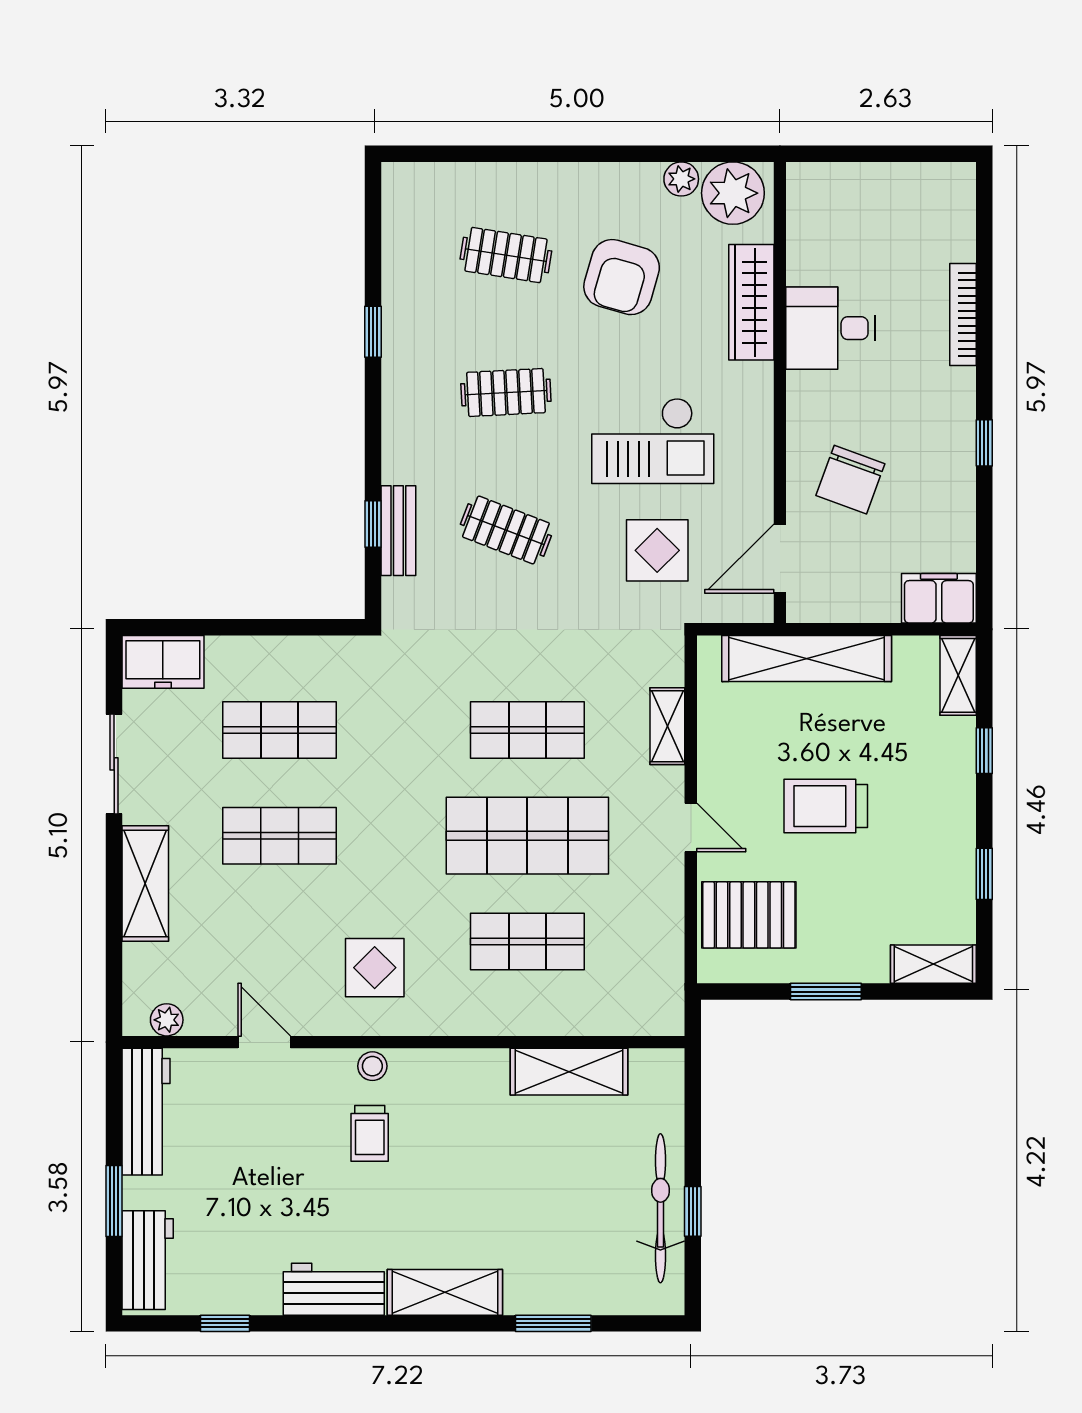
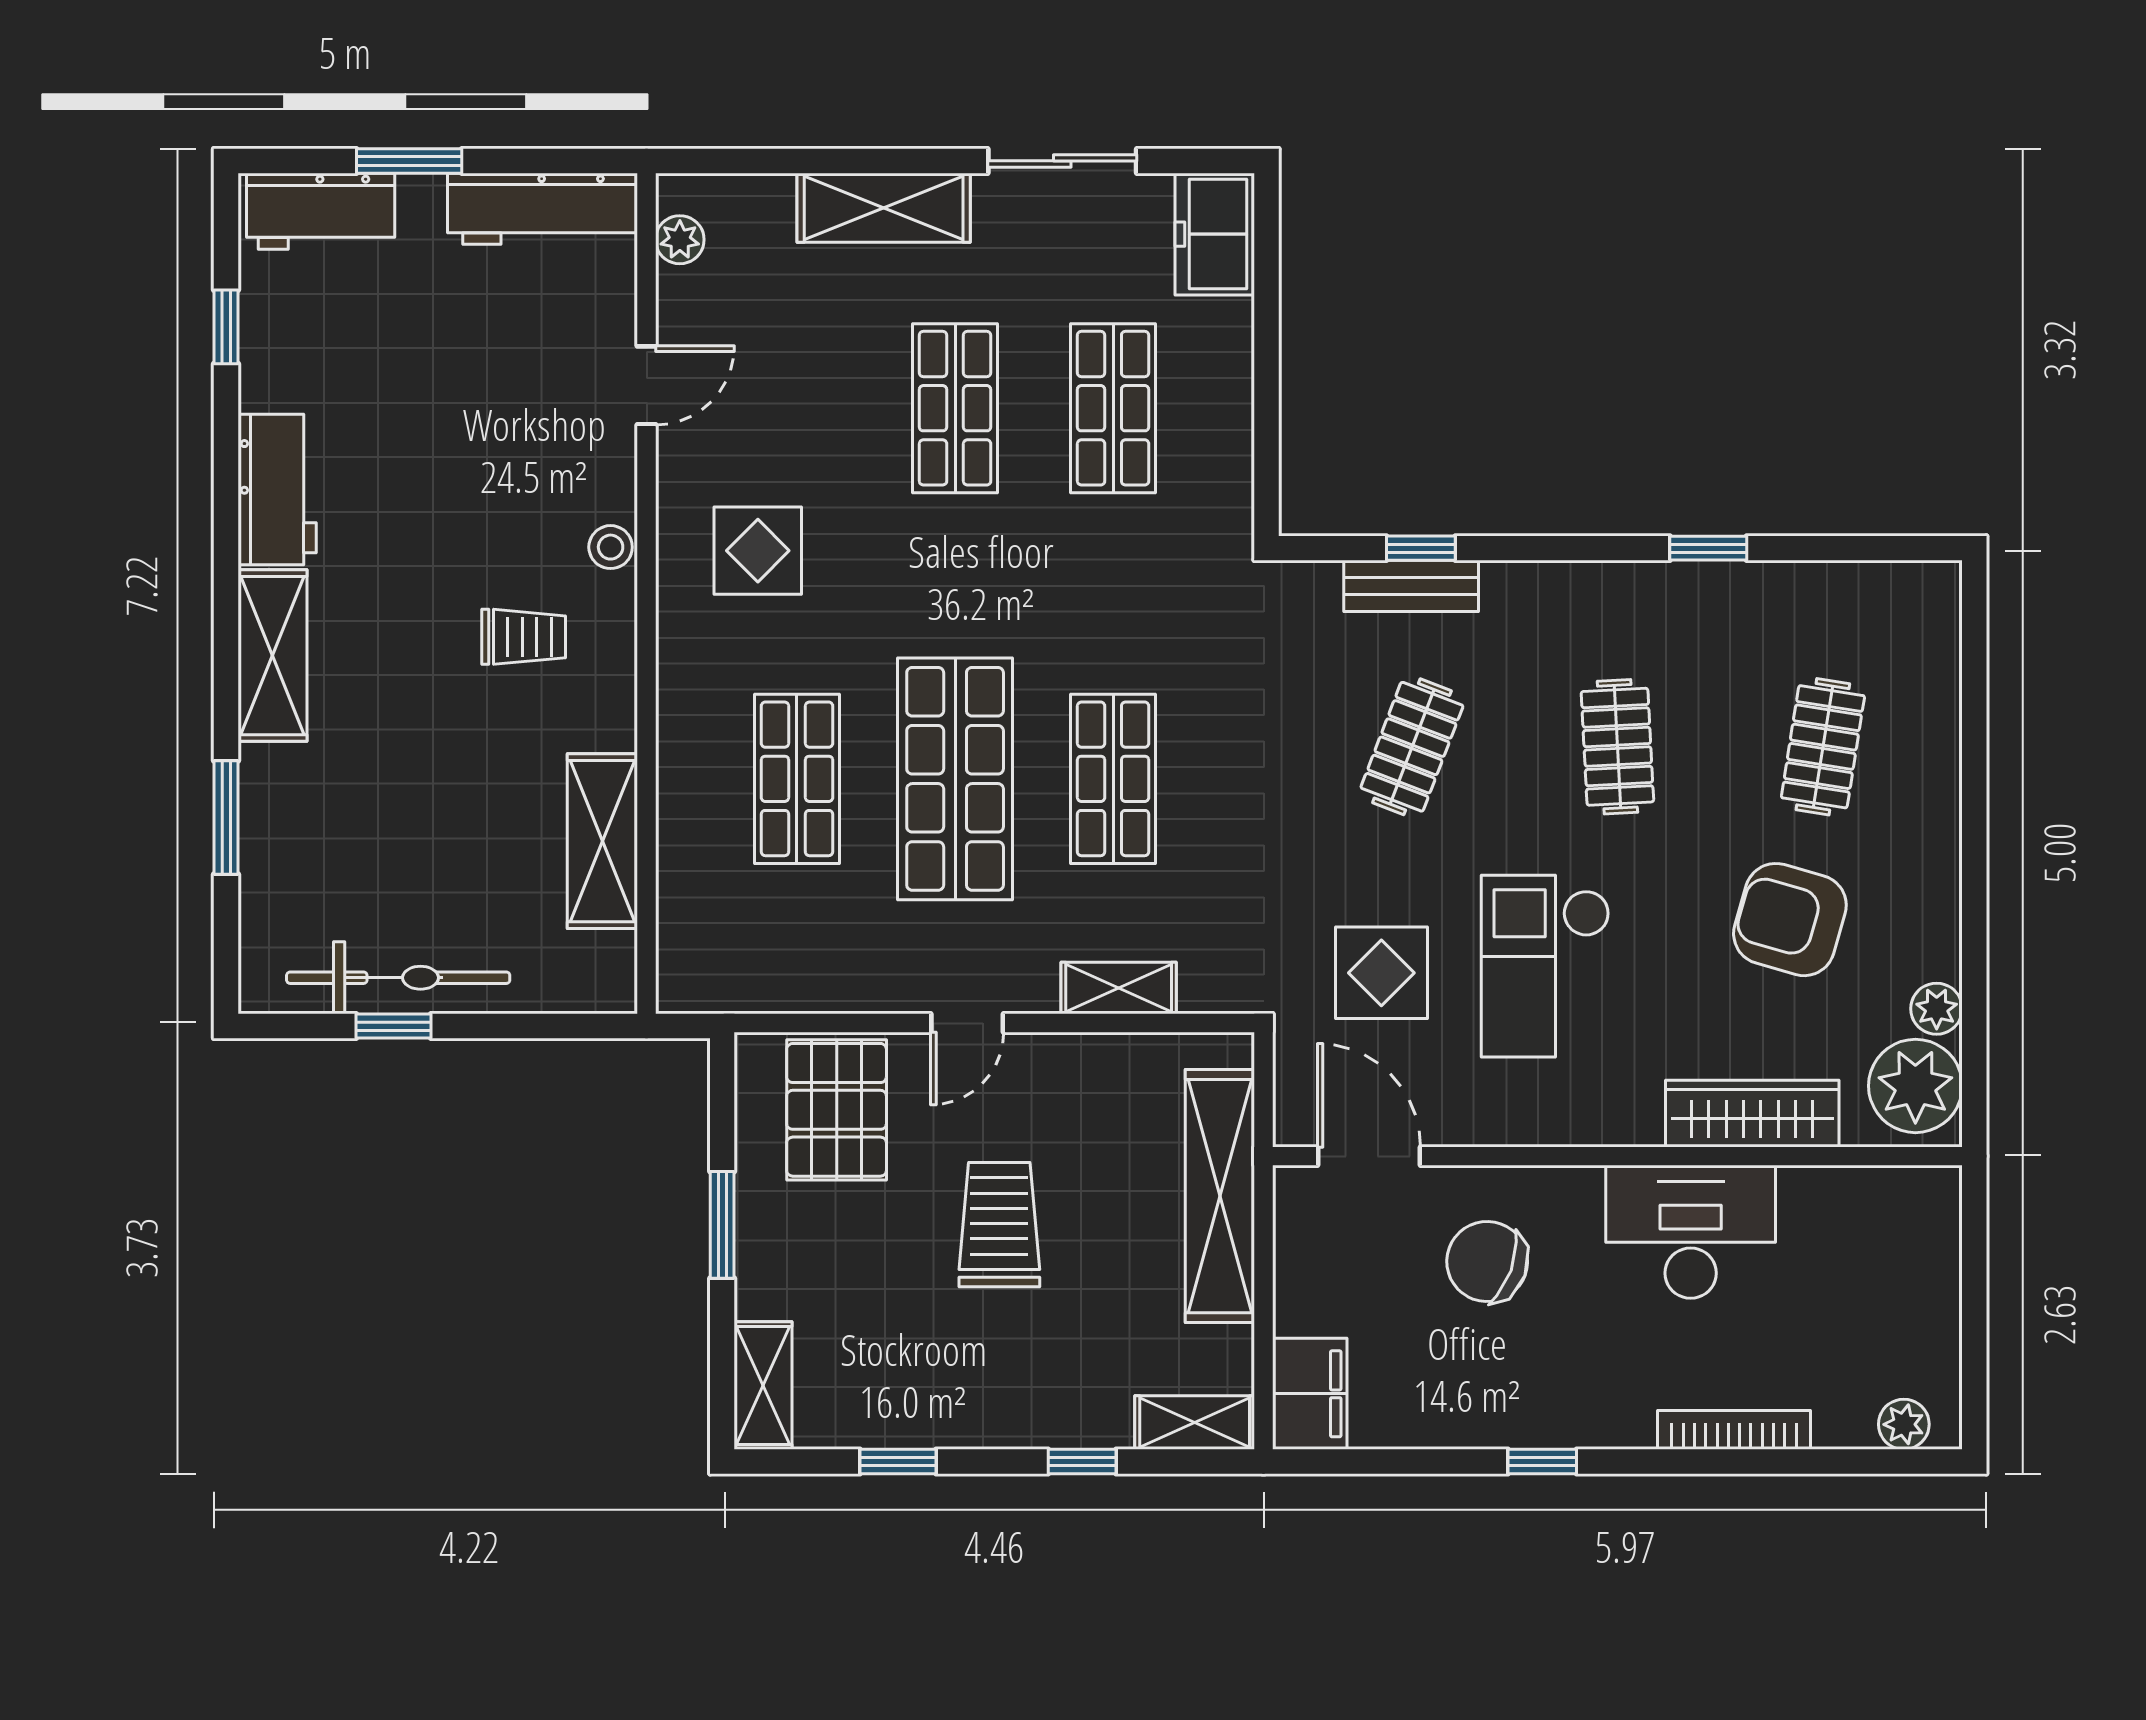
plant: (959, 201) -> (1904, 1424), added
desk: (830, 328) -> (1691, 1232), width x1.37
trolley: (370, 1133) -> (524, 637), moved, turned 180

